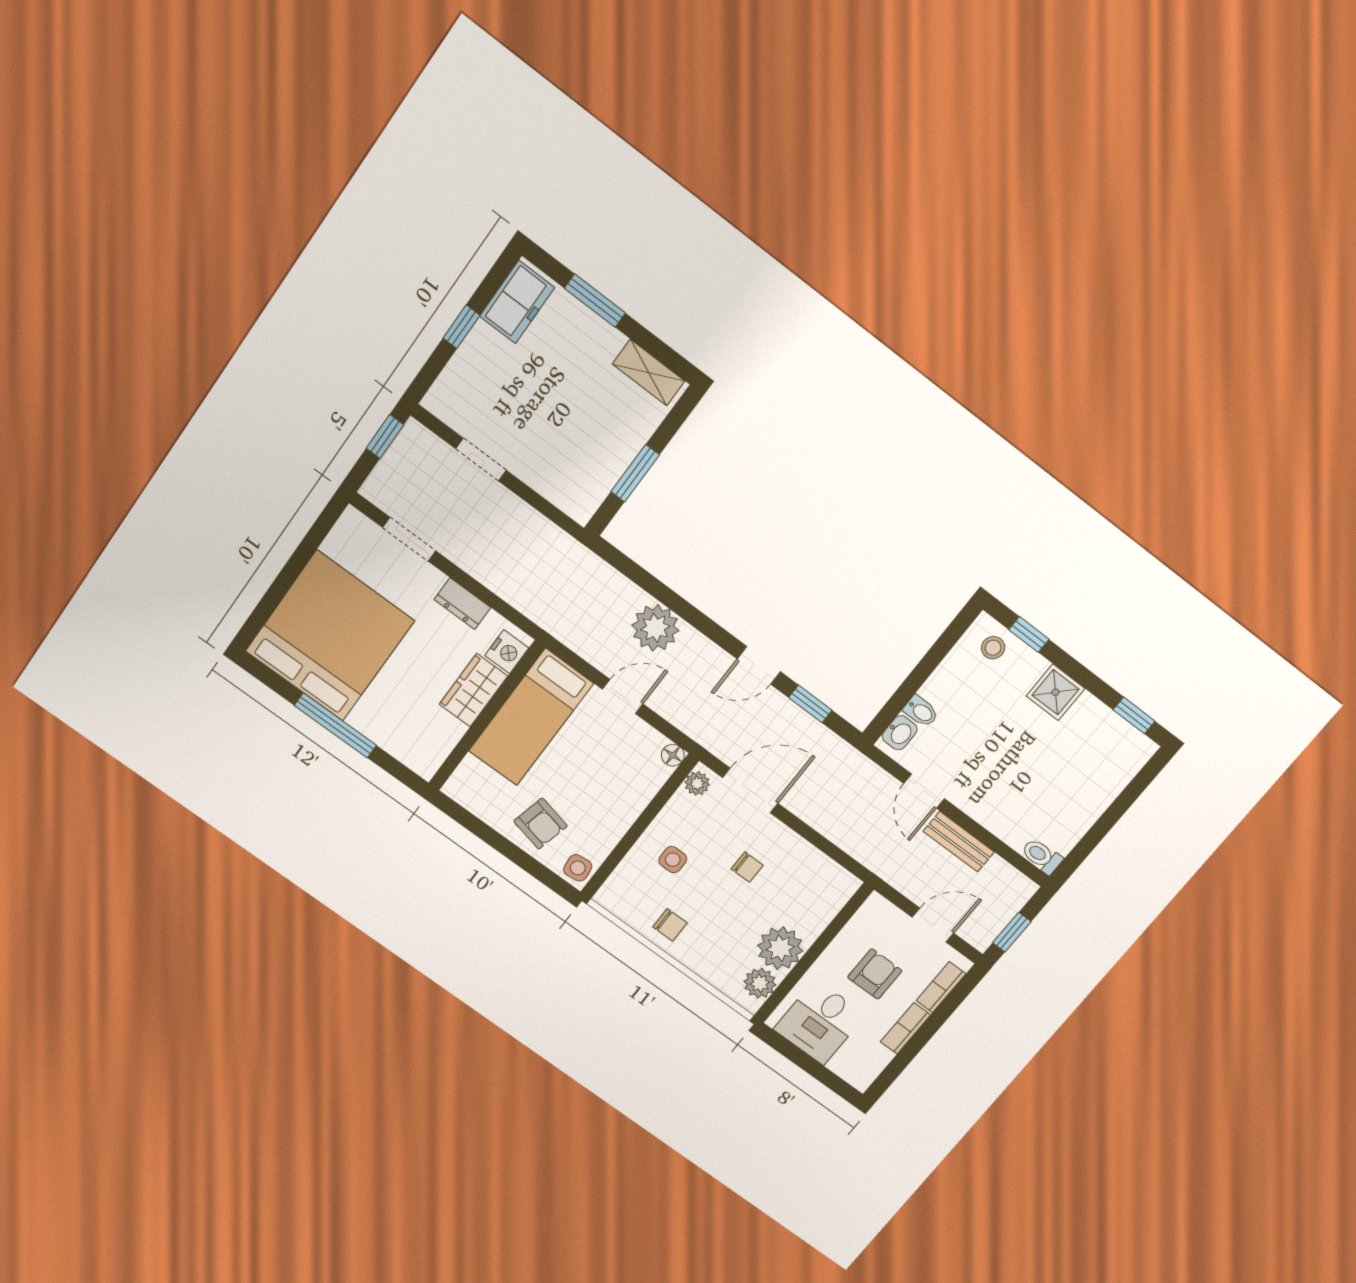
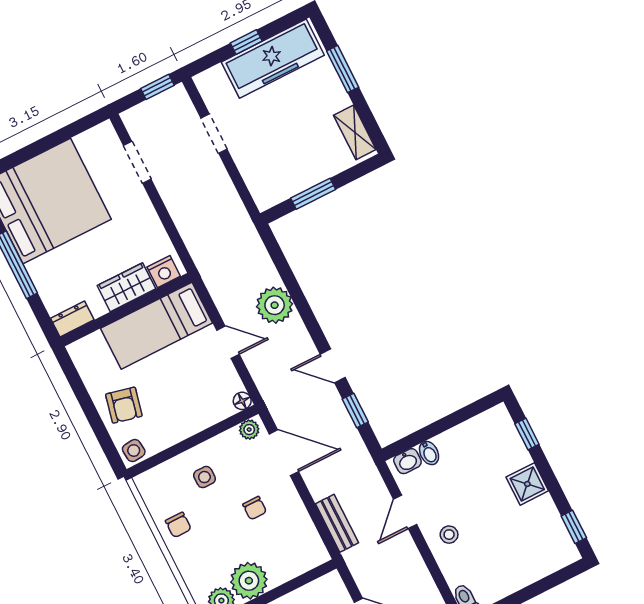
freezer: (517, 302) -> (273, 59), width x1.91, depth x1.26
dresser: (462, 604) -> (72, 319), moved, turned 90
stool: (993, 648) -> (449, 535), moved
bench: (959, 842) -> (337, 523), moved

